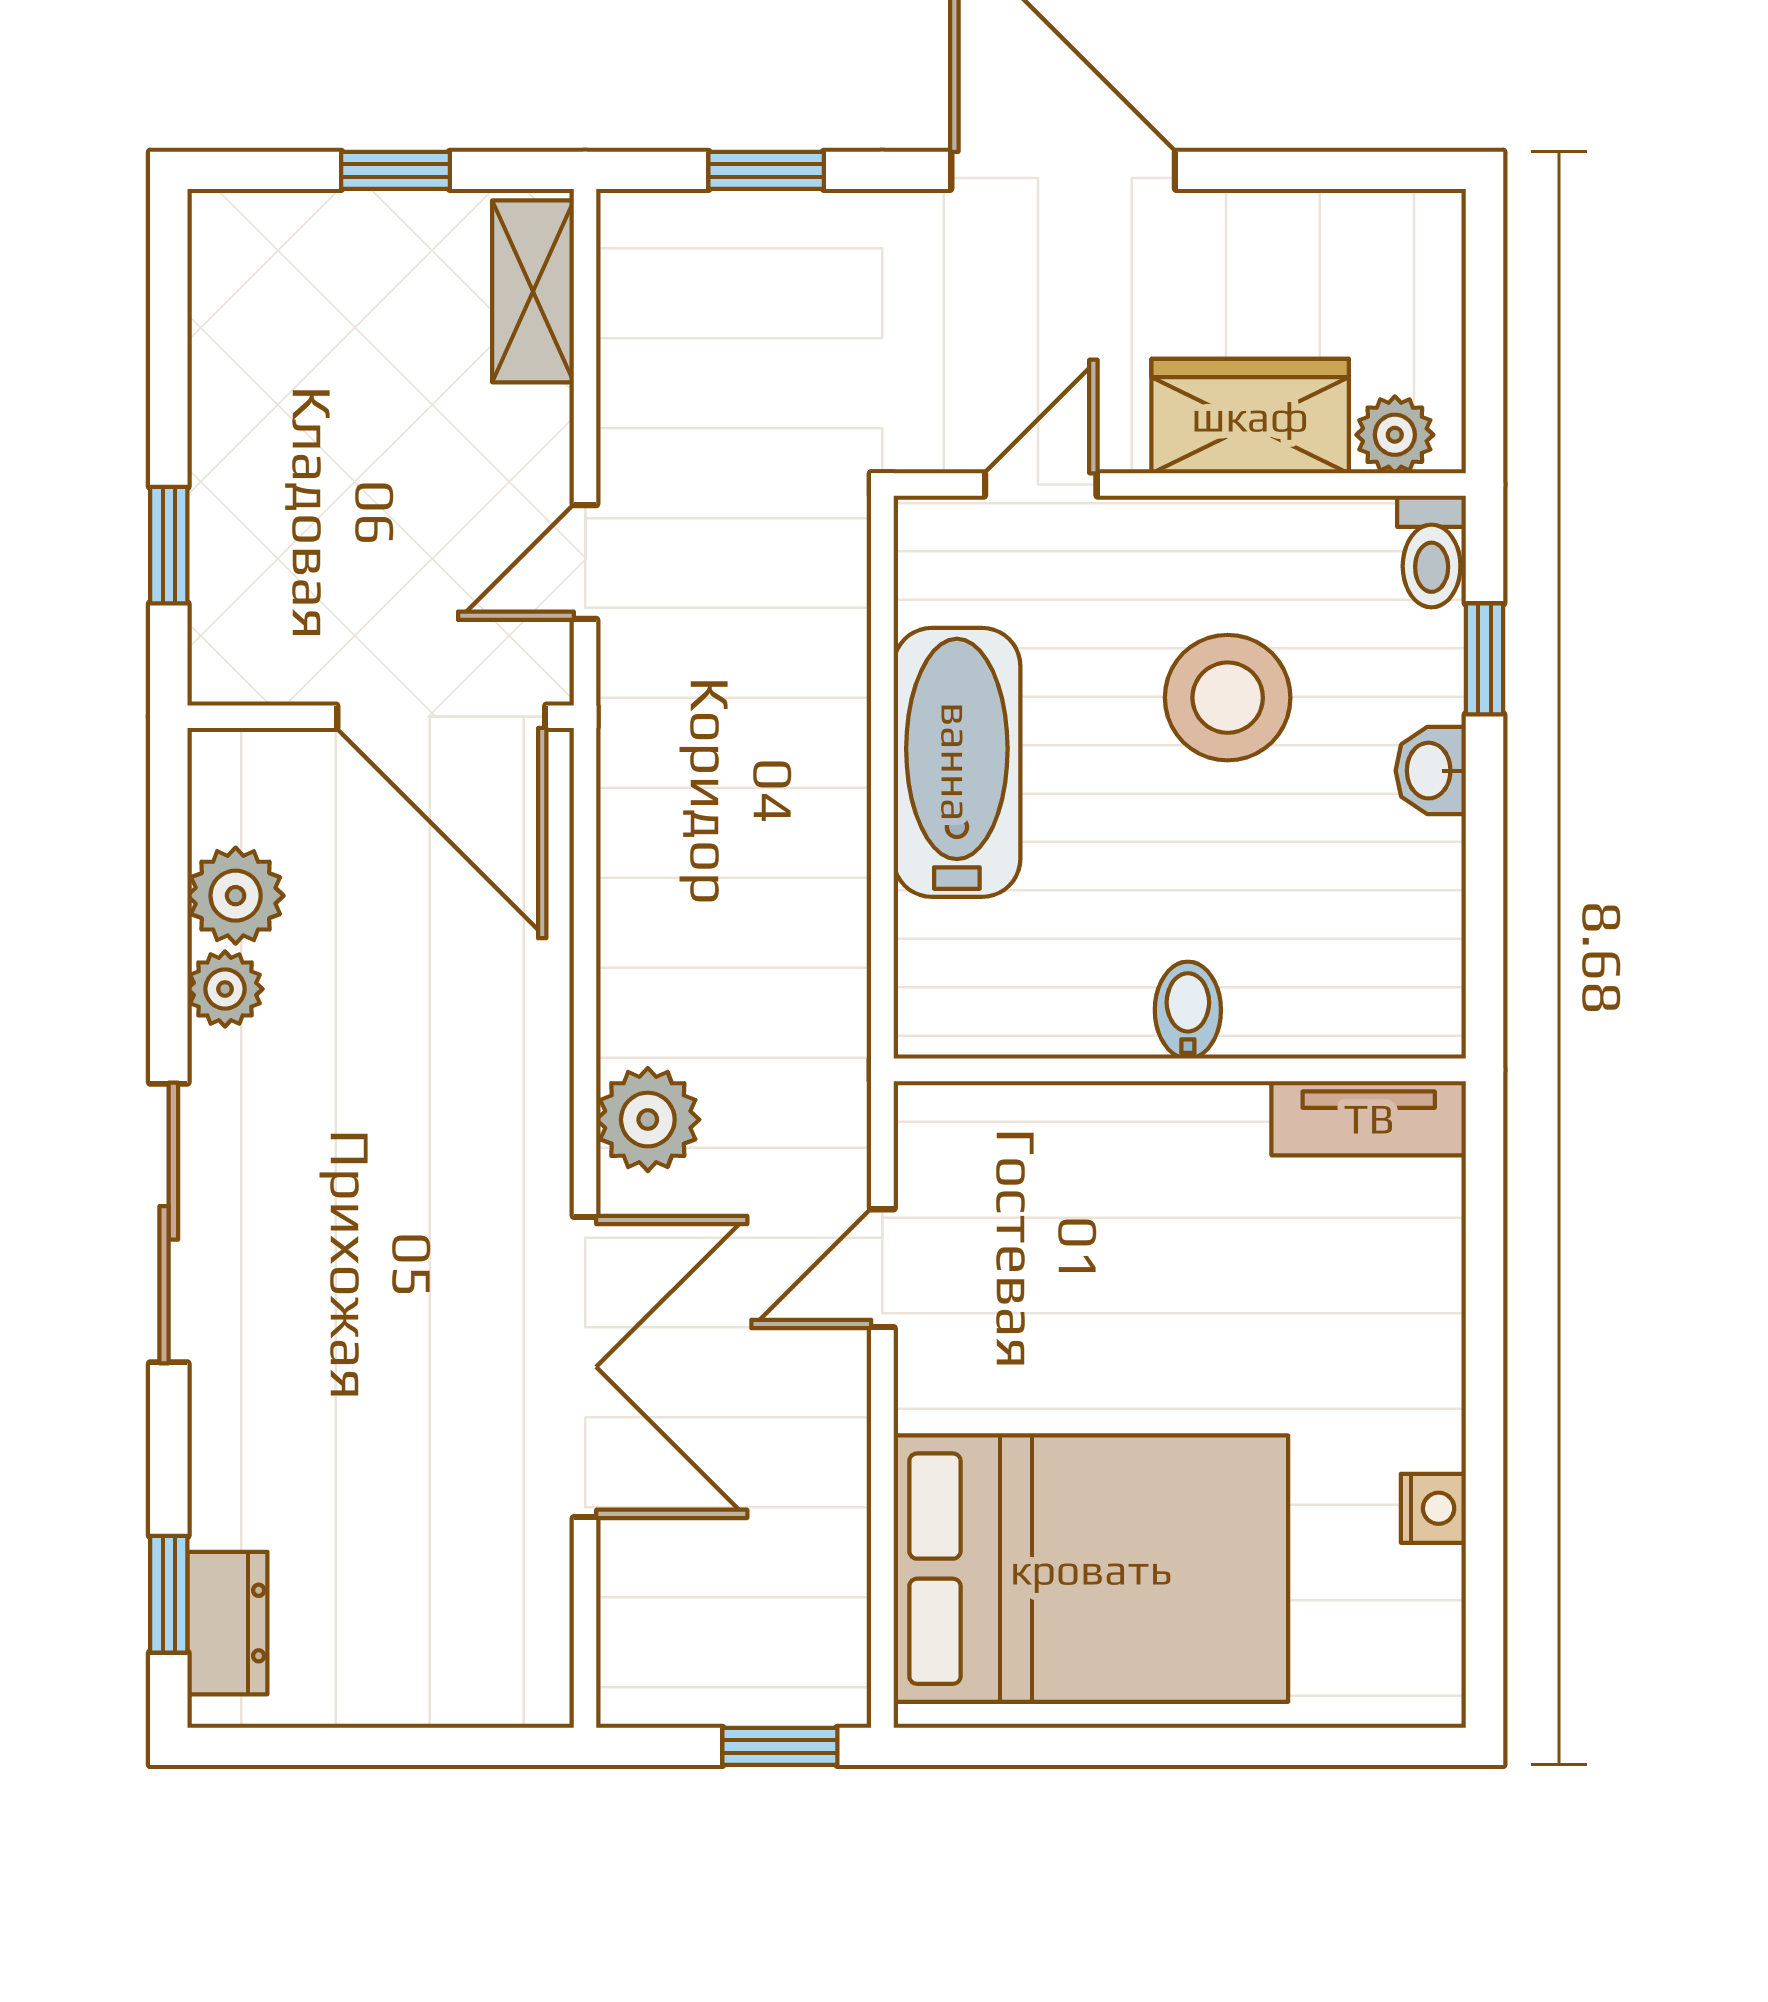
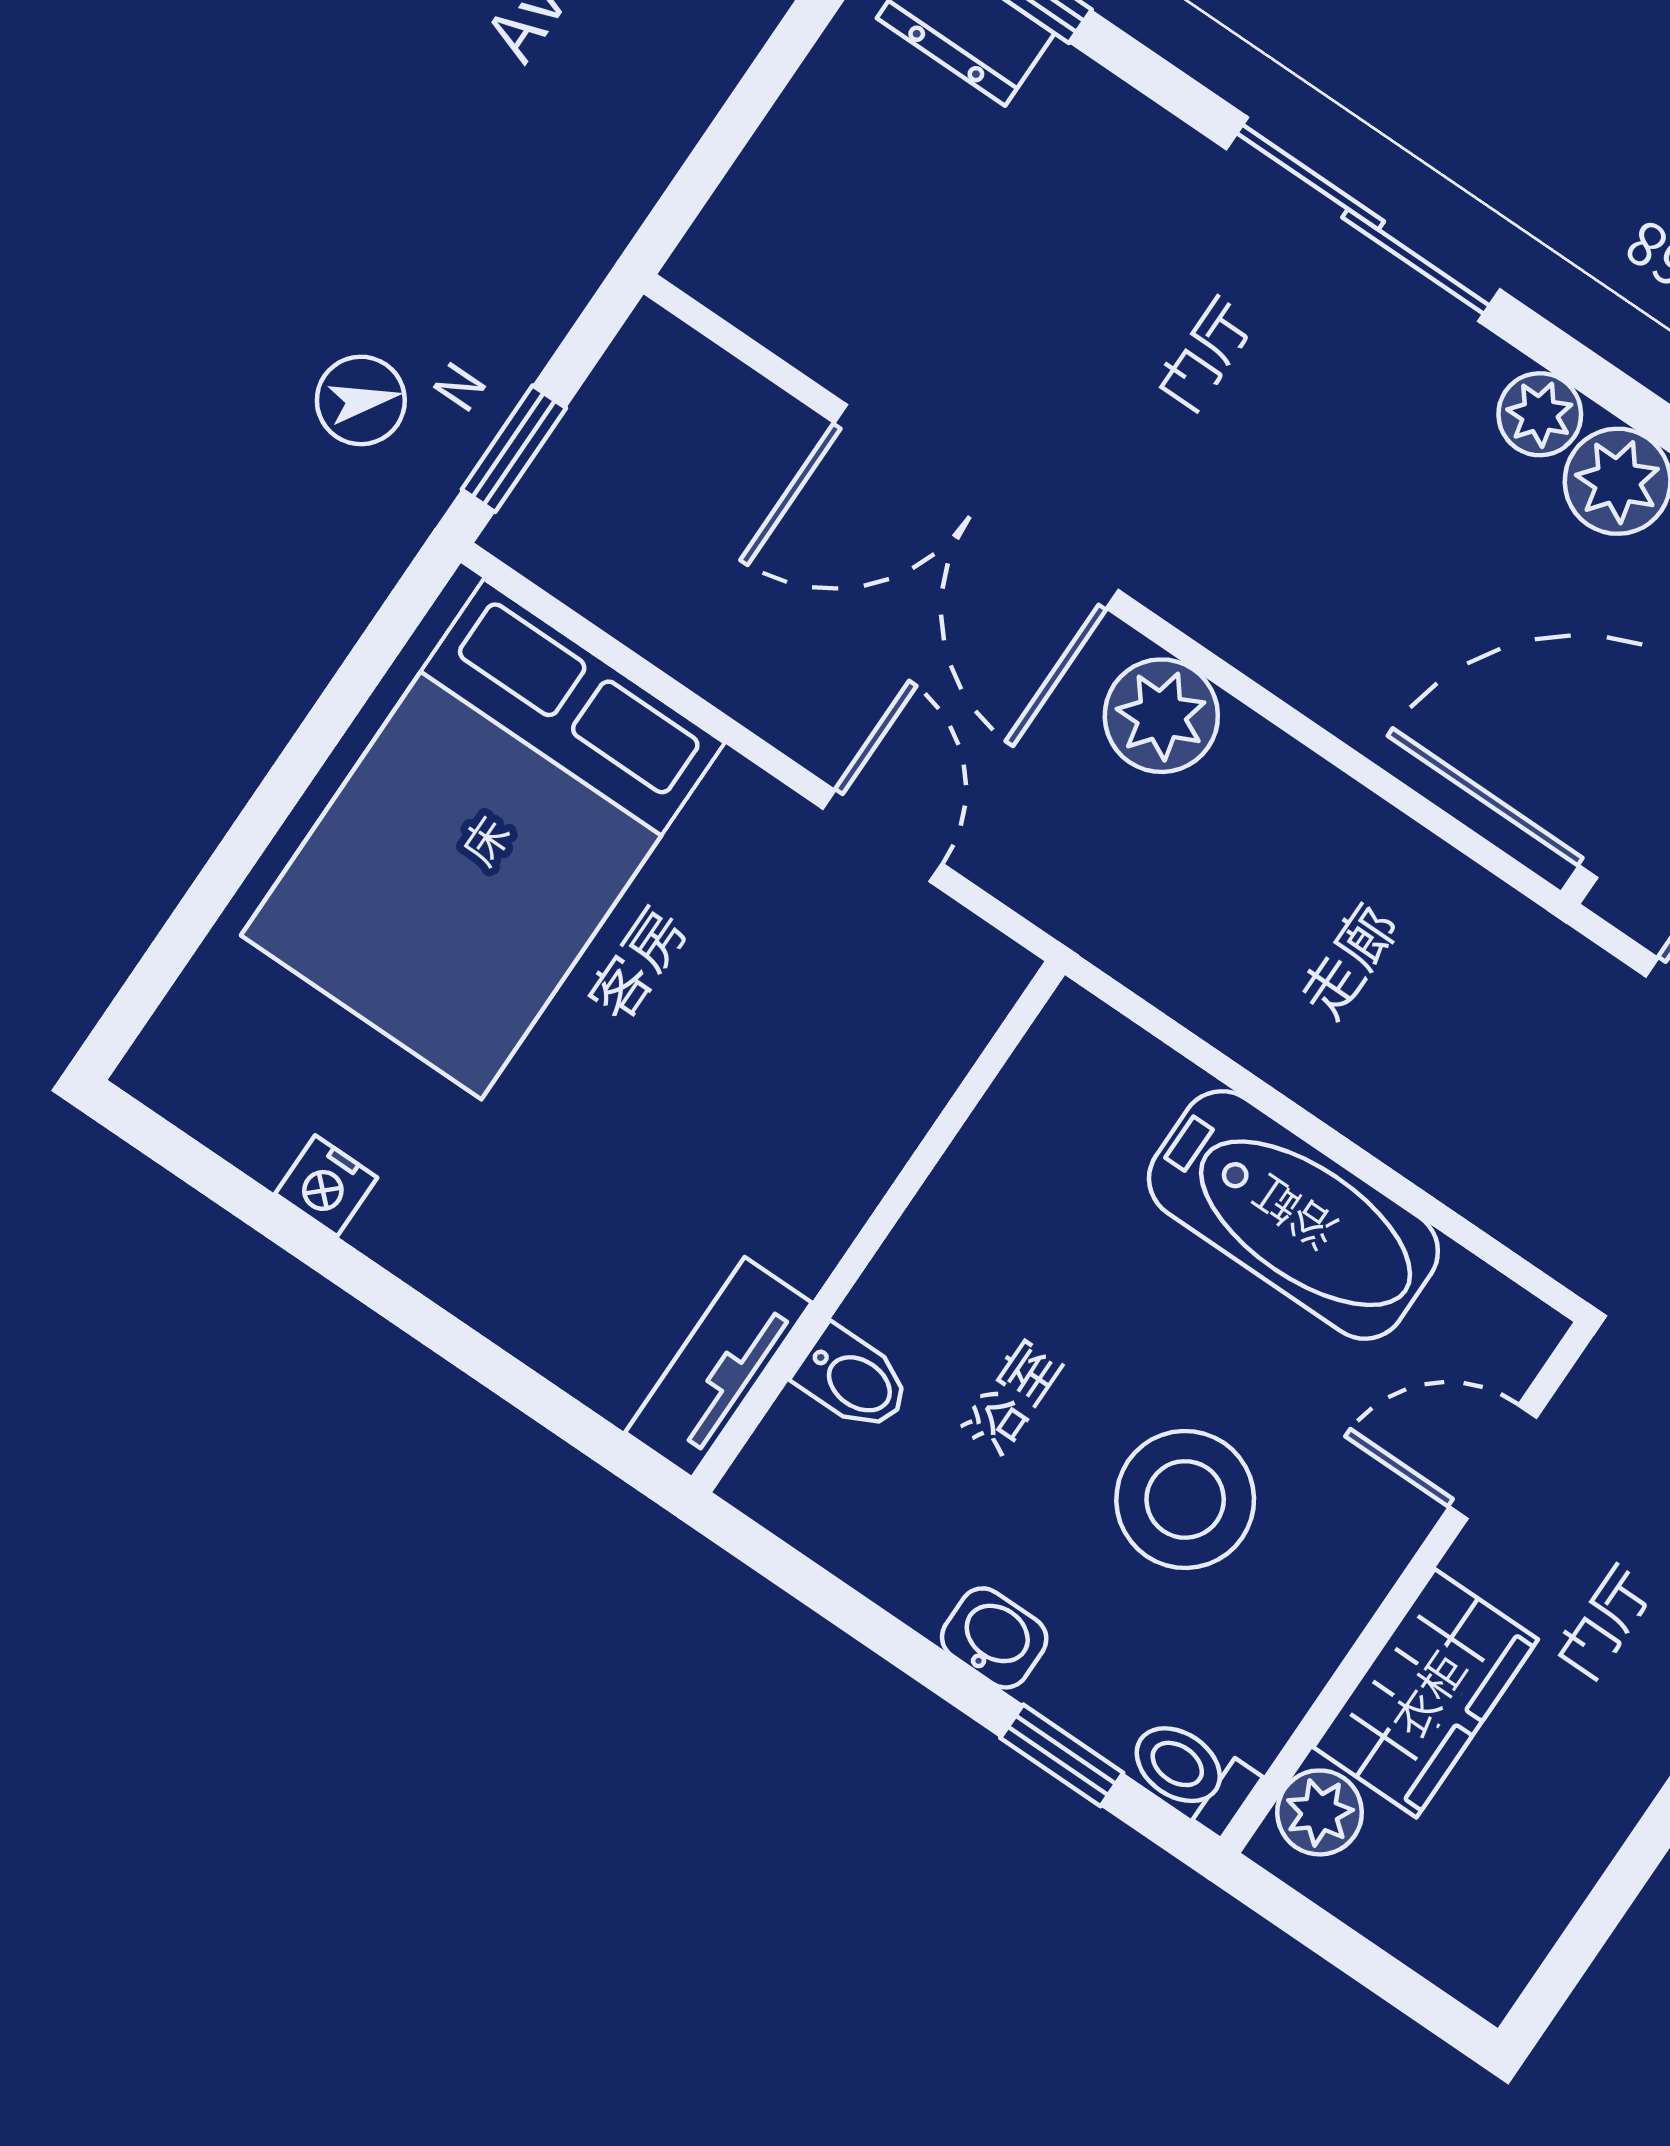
door: (1041, 484) -> (1493, 1462), swing flipped
bidet: (1188, 1010) -> (853, 1380), moved

